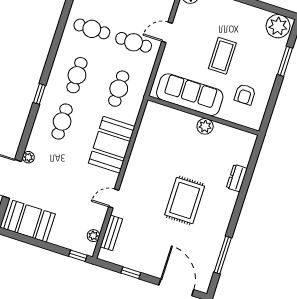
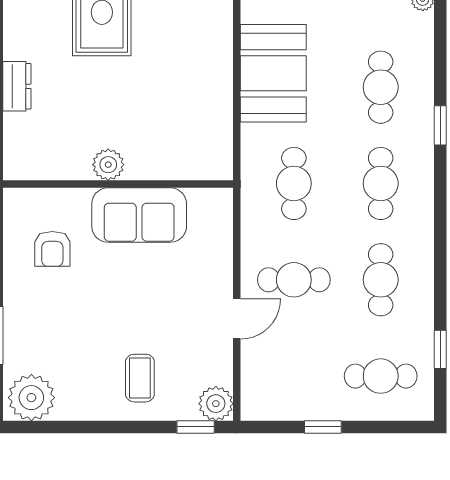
cafe table: (92, 29) -> (381, 280), turned 90
coffee table: (222, 56) -> (140, 378), moved, width x0.73, depth x0.77
armchair: (245, 94) -> (52, 249), turned 180
sofa: (190, 95) -> (139, 215), width x0.73

